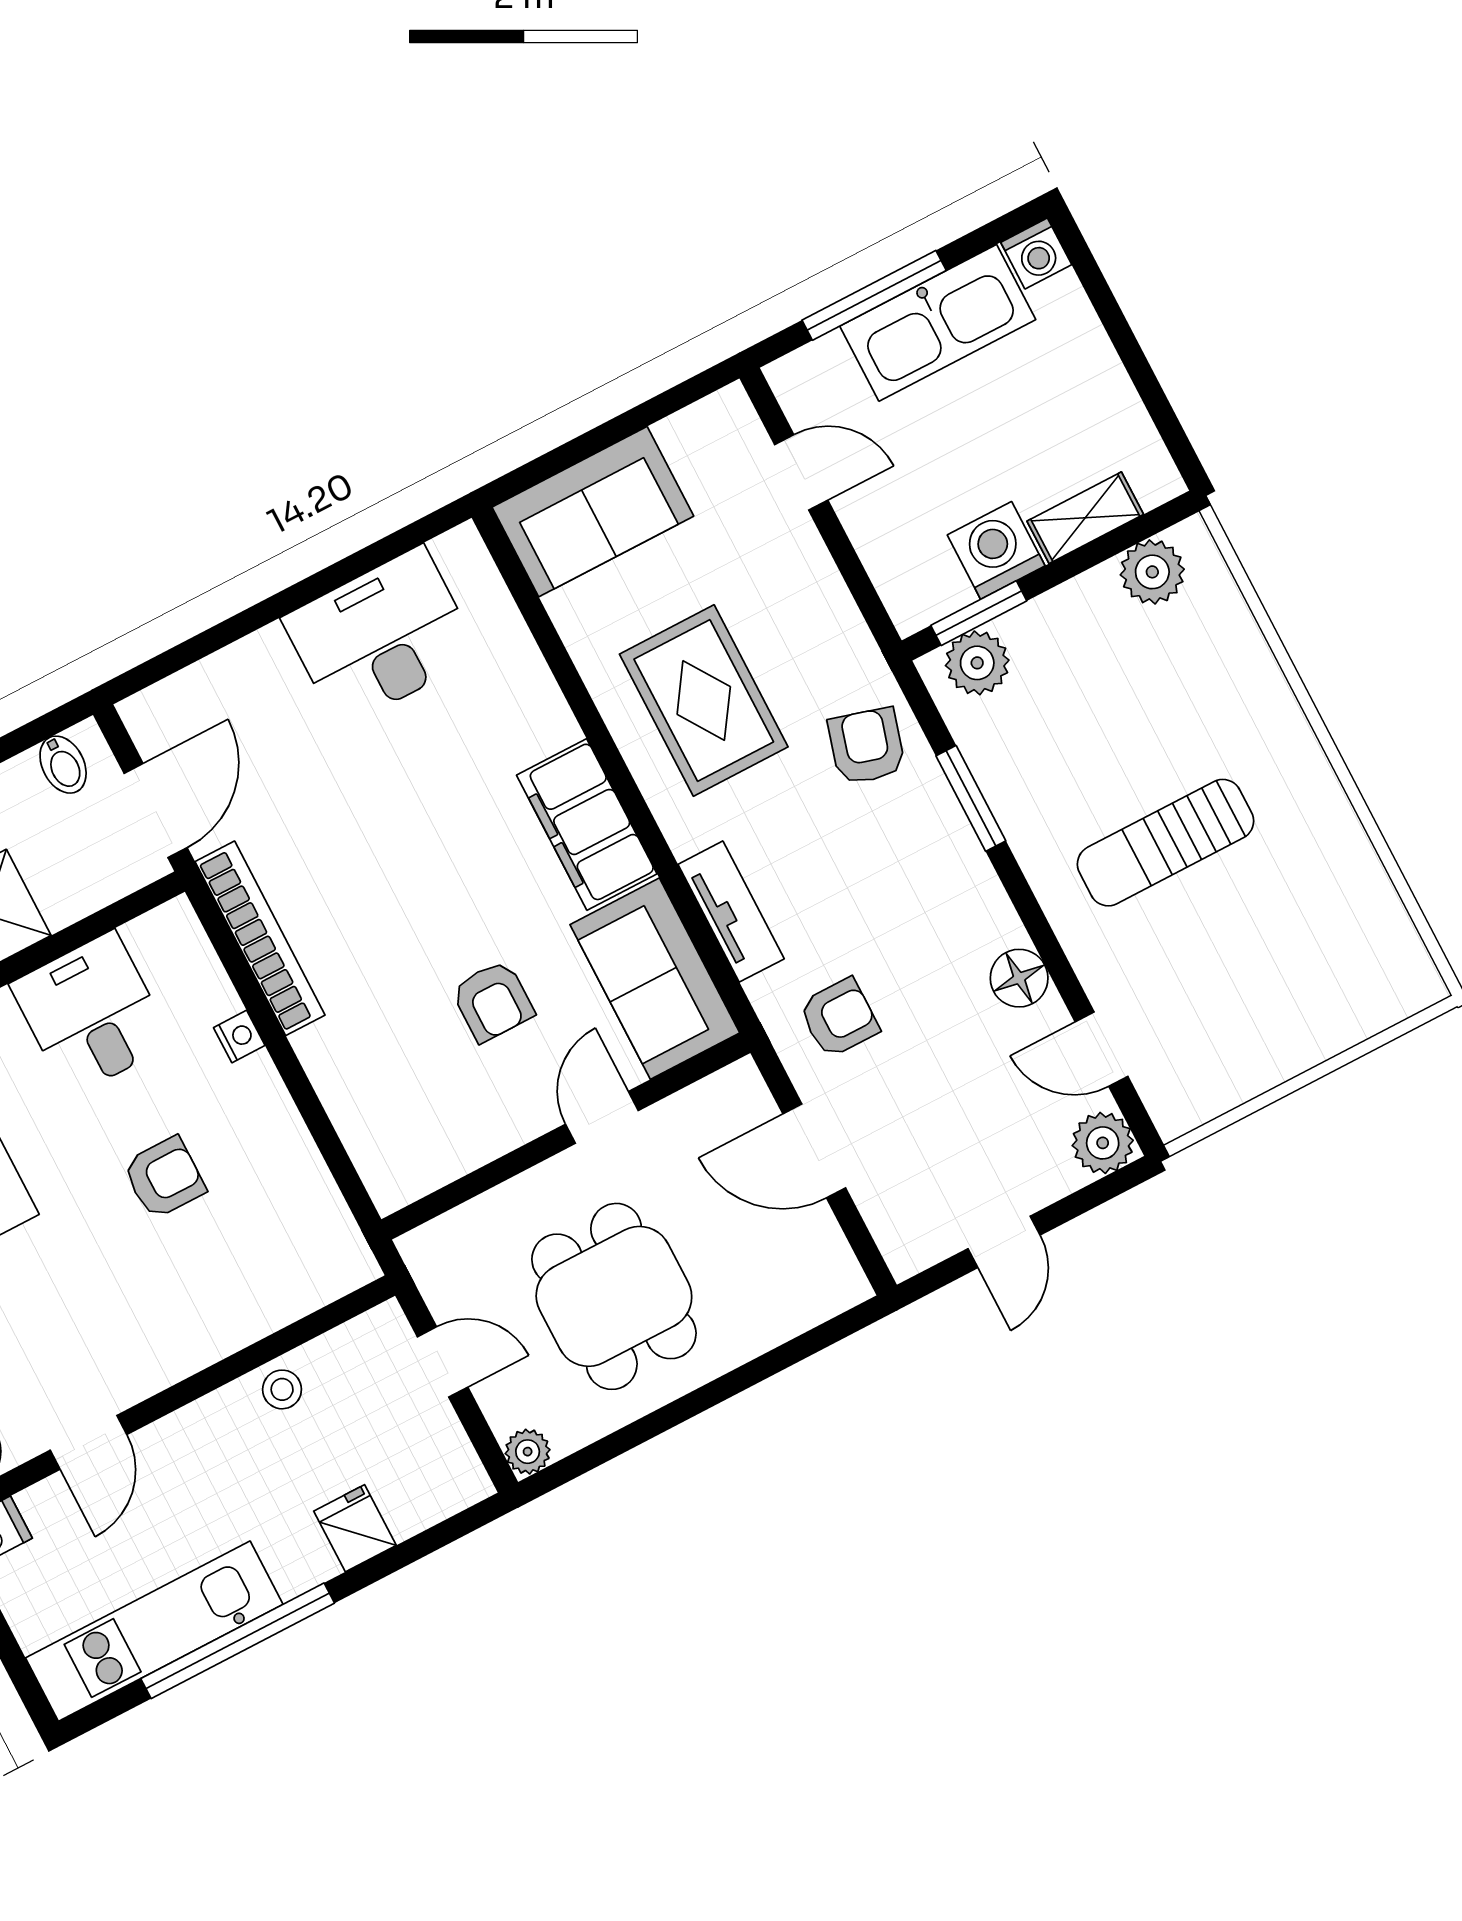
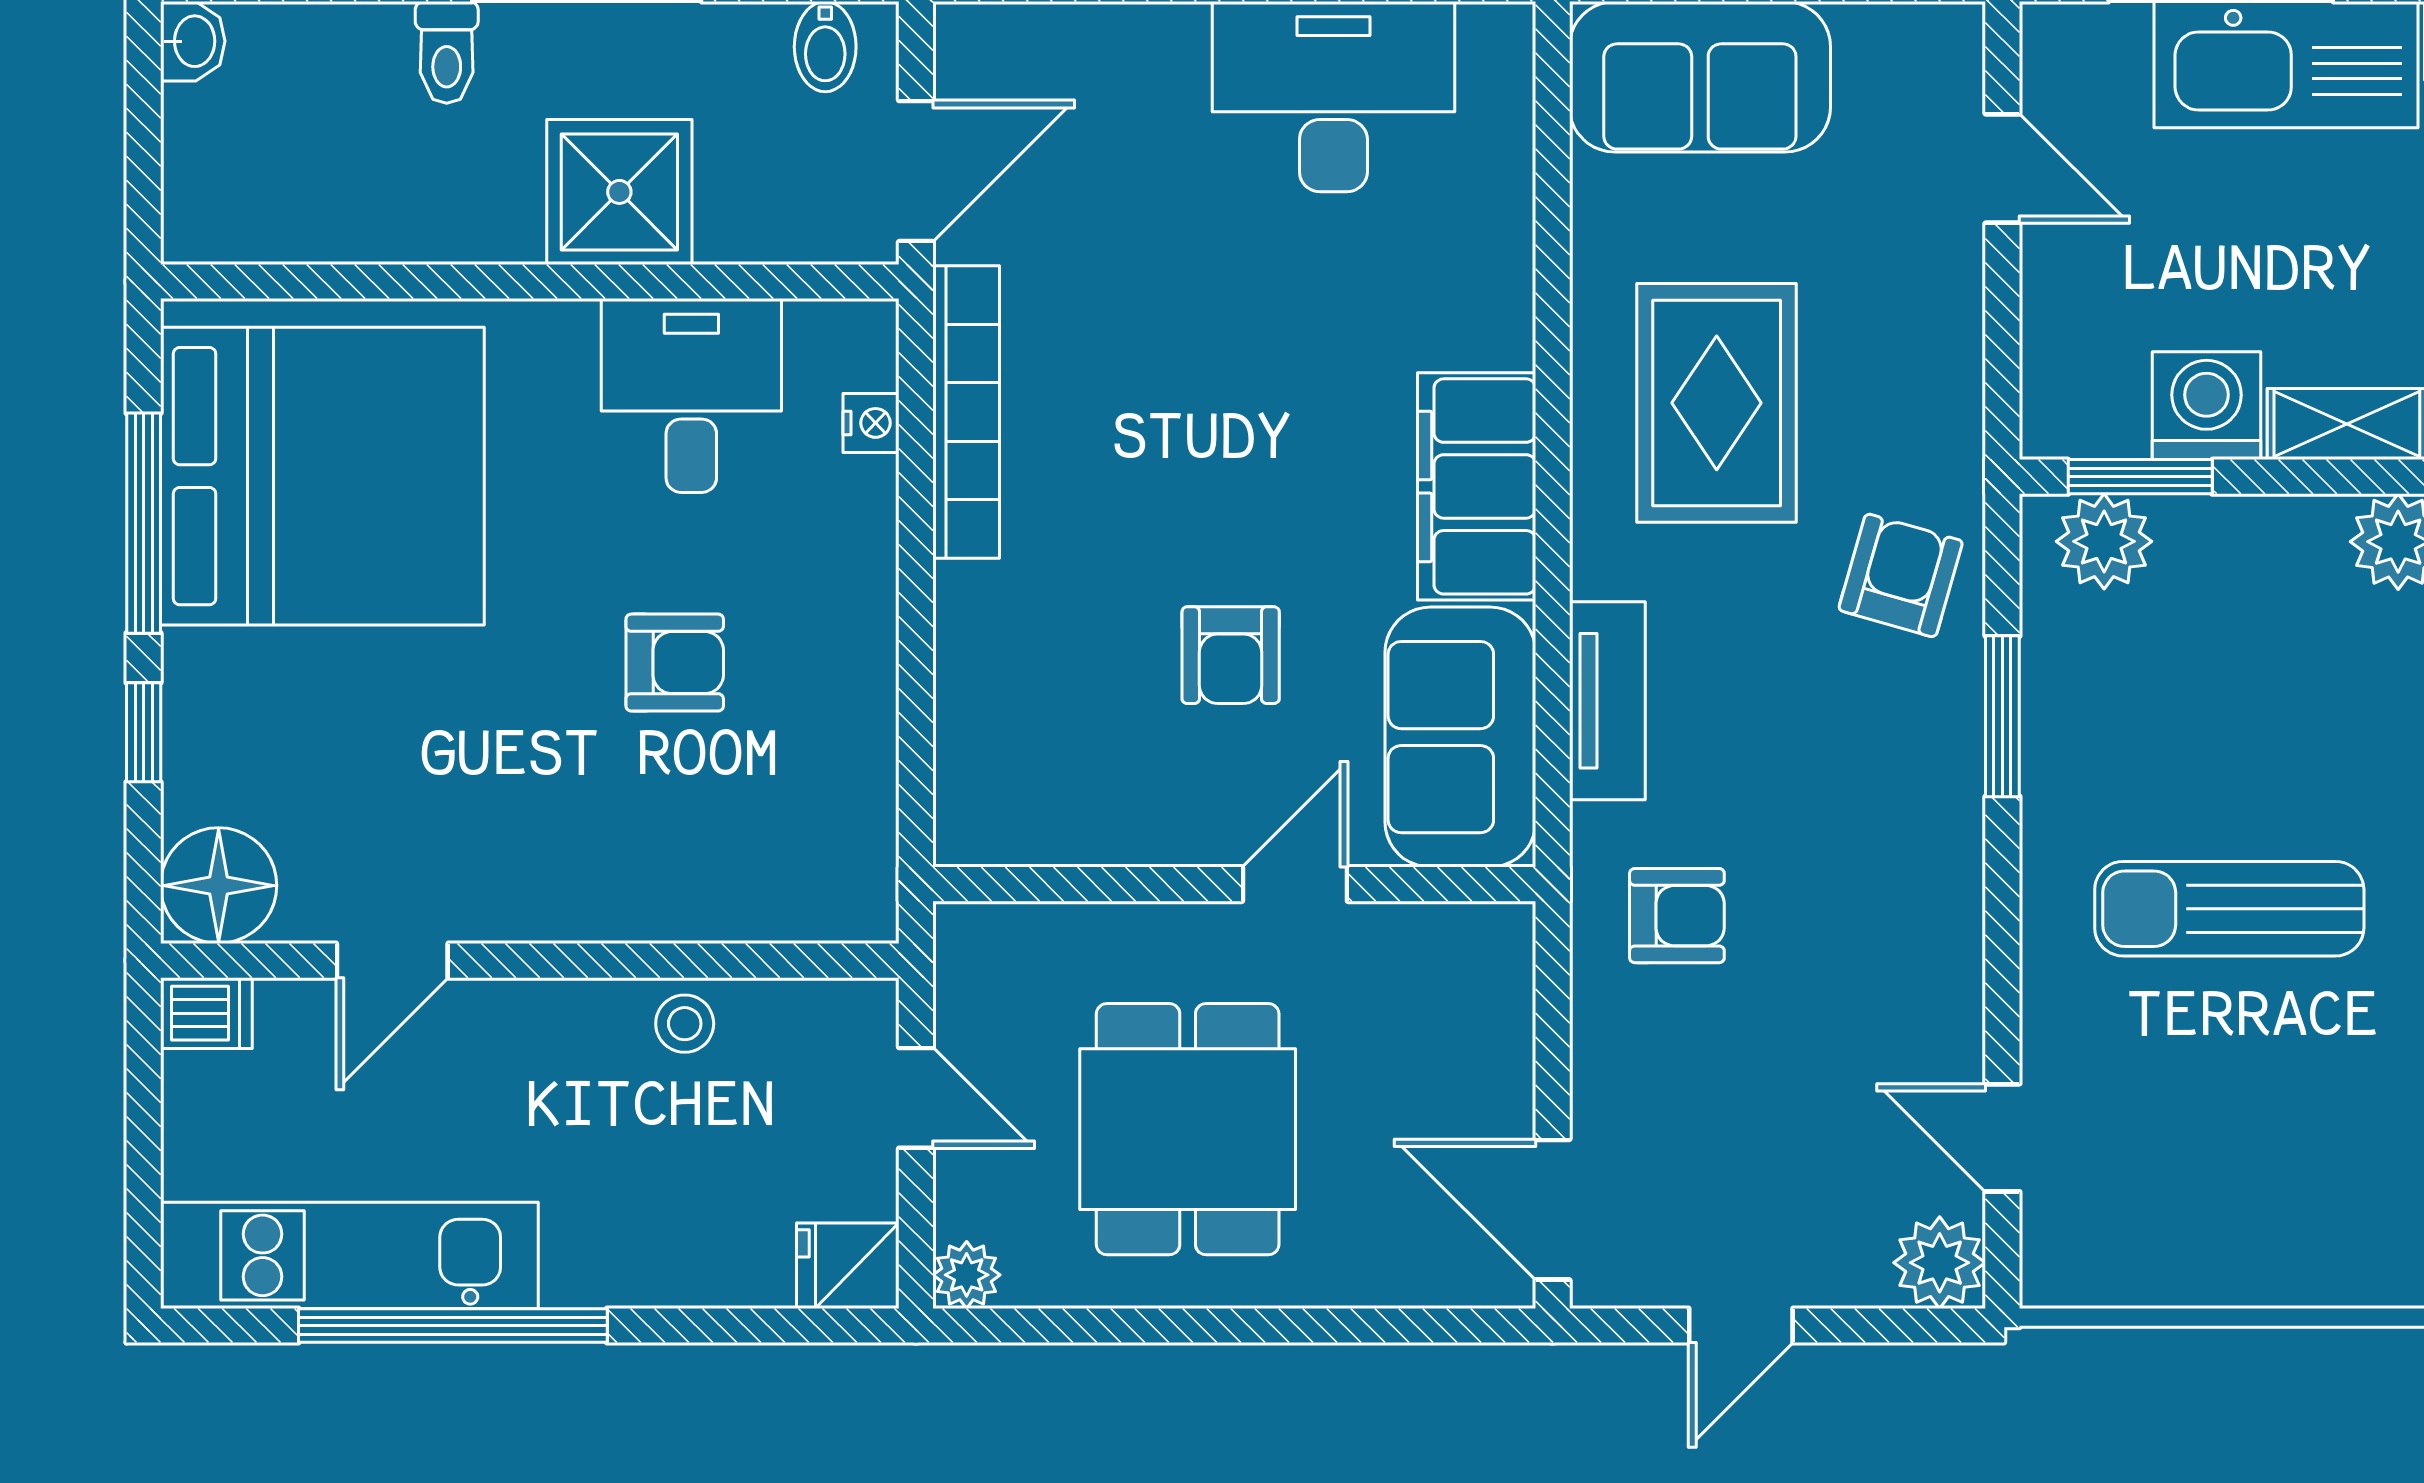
floor lamp: (1019, 978) -> (1942, 987), removed
nightstand: (239, 1037) -> (871, 423), moved
door: (814, 1151) -> (1553, 1210), moved
fridge: (355, 1528) -> (848, 1266), moved, turned -90

